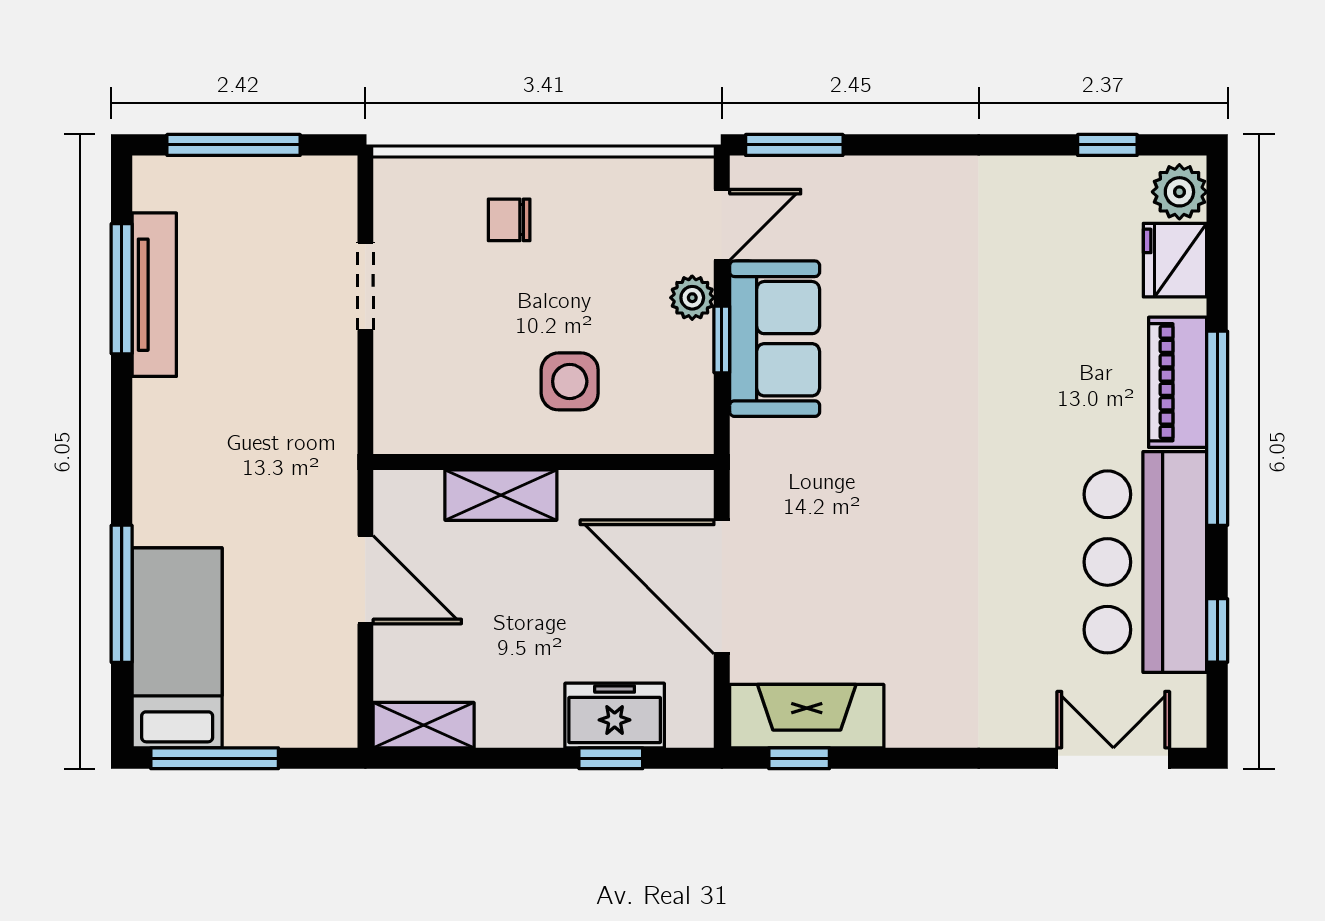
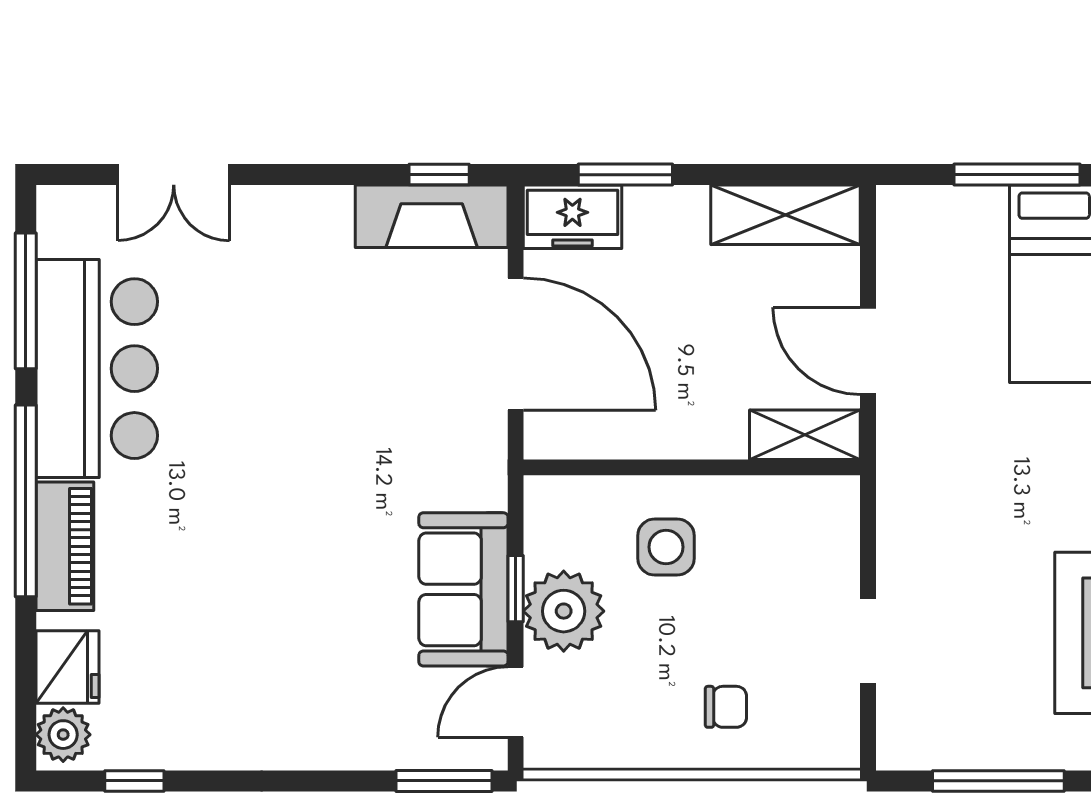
plant: (692, 298) -> (564, 611), width x1.87, depth x1.87
shelving: (501, 495) -> (805, 435), moved
window: (1217, 630) -> (26, 301), width x2.17
freezer: (615, 715) -> (572, 217), moved
shelving: (424, 725) -> (785, 215), width x1.50, depth x1.33
window: (611, 758) -> (625, 175), width x1.50
double door: (1113, 758) -> (174, 175), moved

